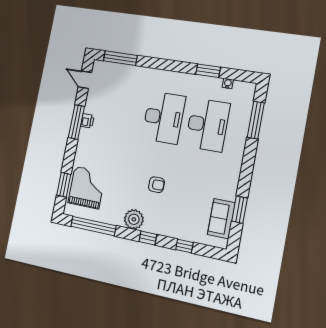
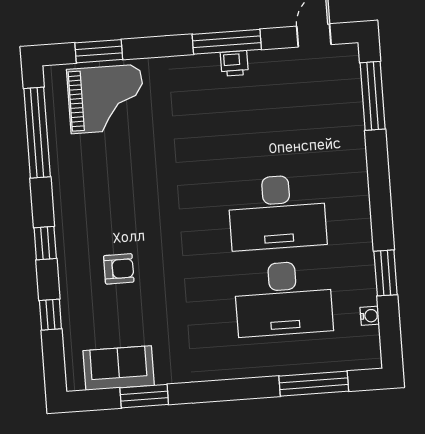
armchair: (156, 185) -> (119, 269), moved, turned -90
plant: (134, 219) -> (72, 207), removed

